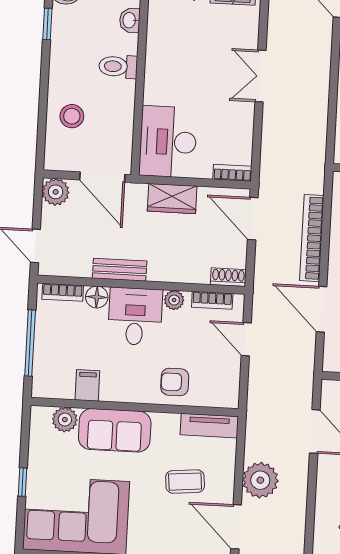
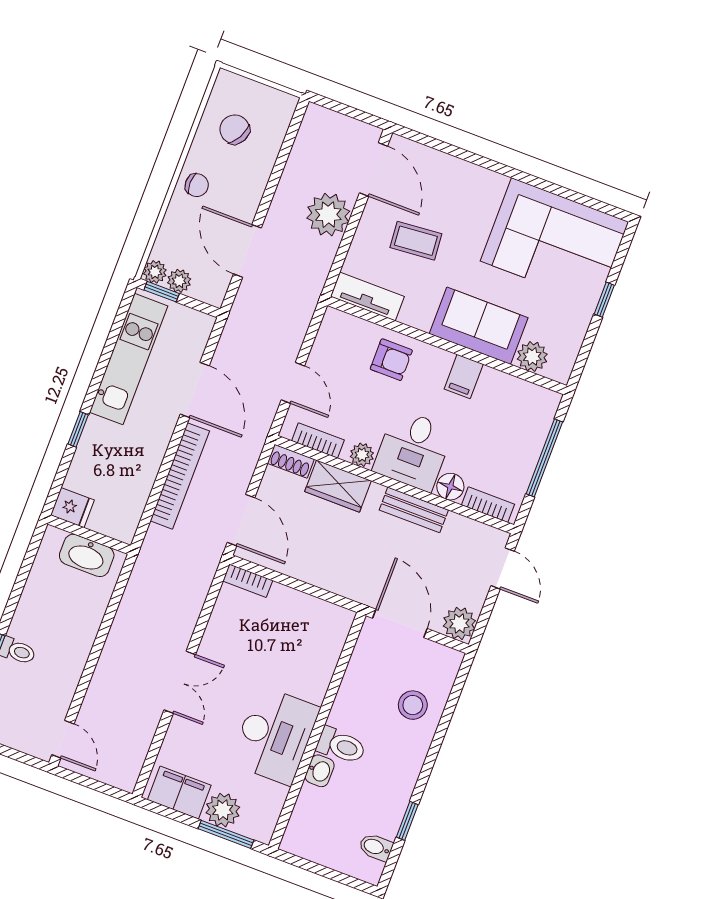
washbasin: (130, 20) -> (320, 771), moved
desk: (168, 142) -> (275, 735), moved
wardrobe: (172, 199) -> (338, 486), moved, turned 180
filing cabinet: (87, 385) -> (464, 377), moved

